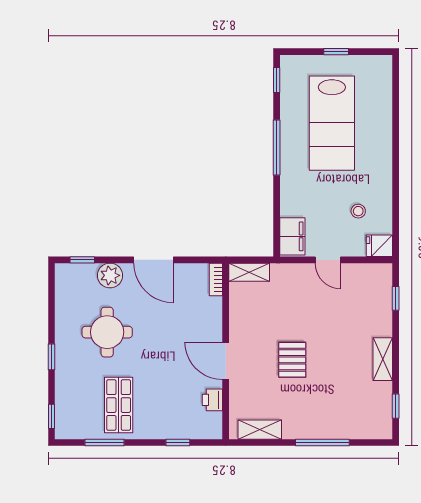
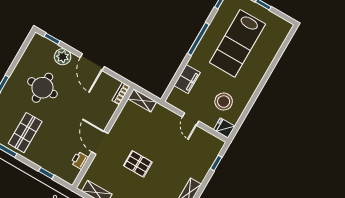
stool: (358, 211) -> (224, 102), width x1.89, depth x1.89
filing cabinet: (292, 236) -> (187, 79), moved
pallet: (292, 360) -> (138, 164), turned 90

